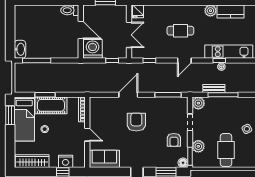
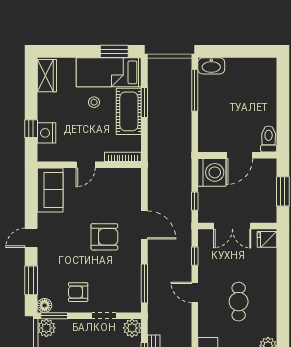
door: (184, 61) -> (195, 292), moved
plant: (198, 146) -> (46, 328), moved
wardrobe: (32, 161) -> (47, 76), width x0.67

